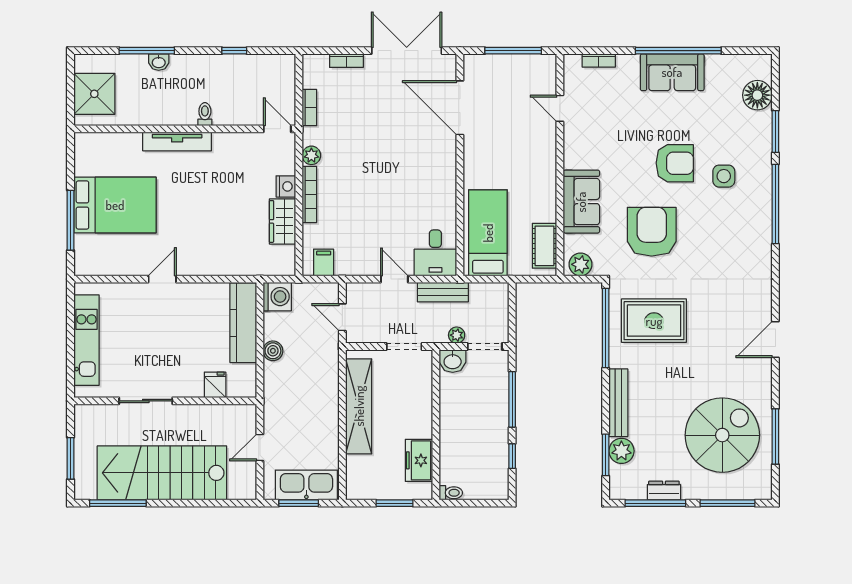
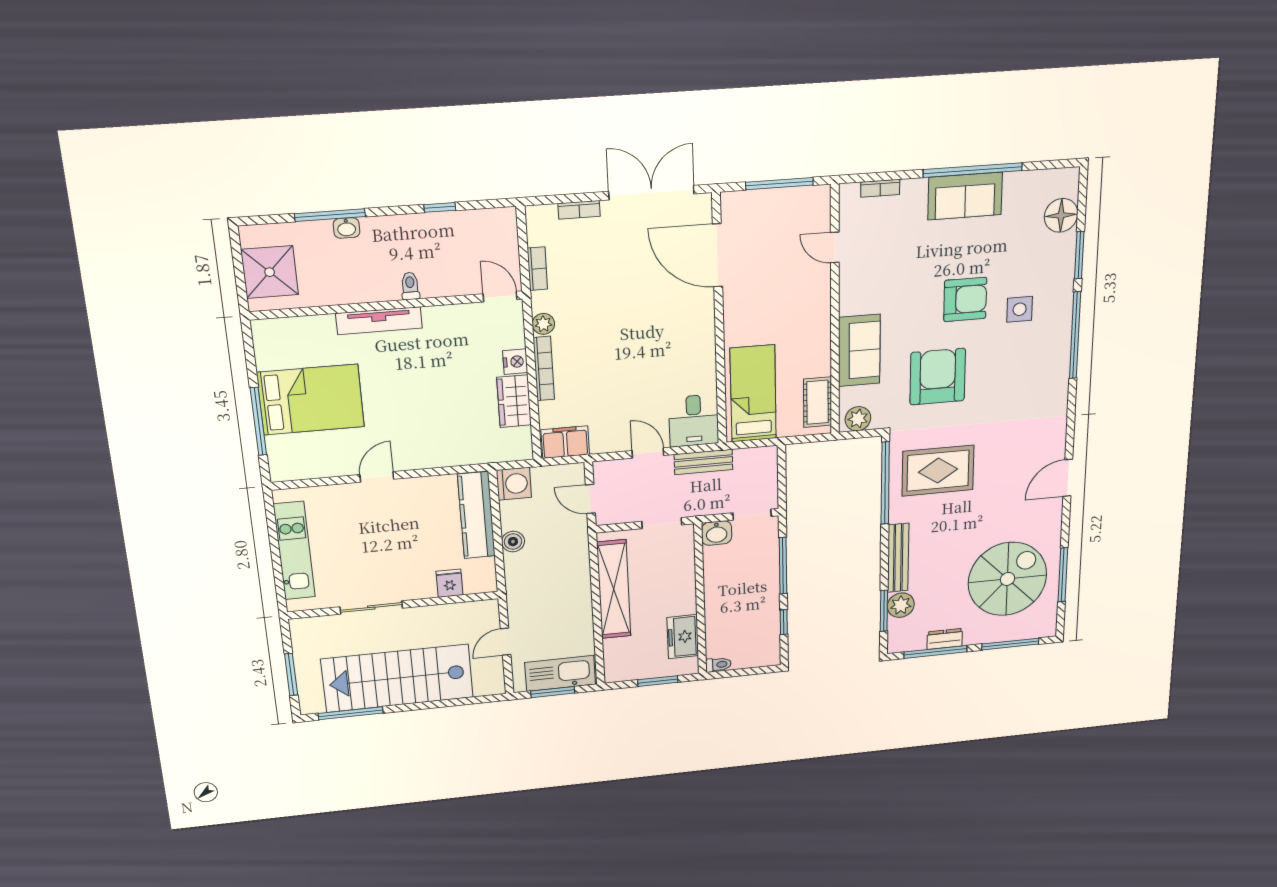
filing cabinet: (324, 262) -> (565, 442), width x2.00
plant: (457, 335) -> (720, 506), removed

